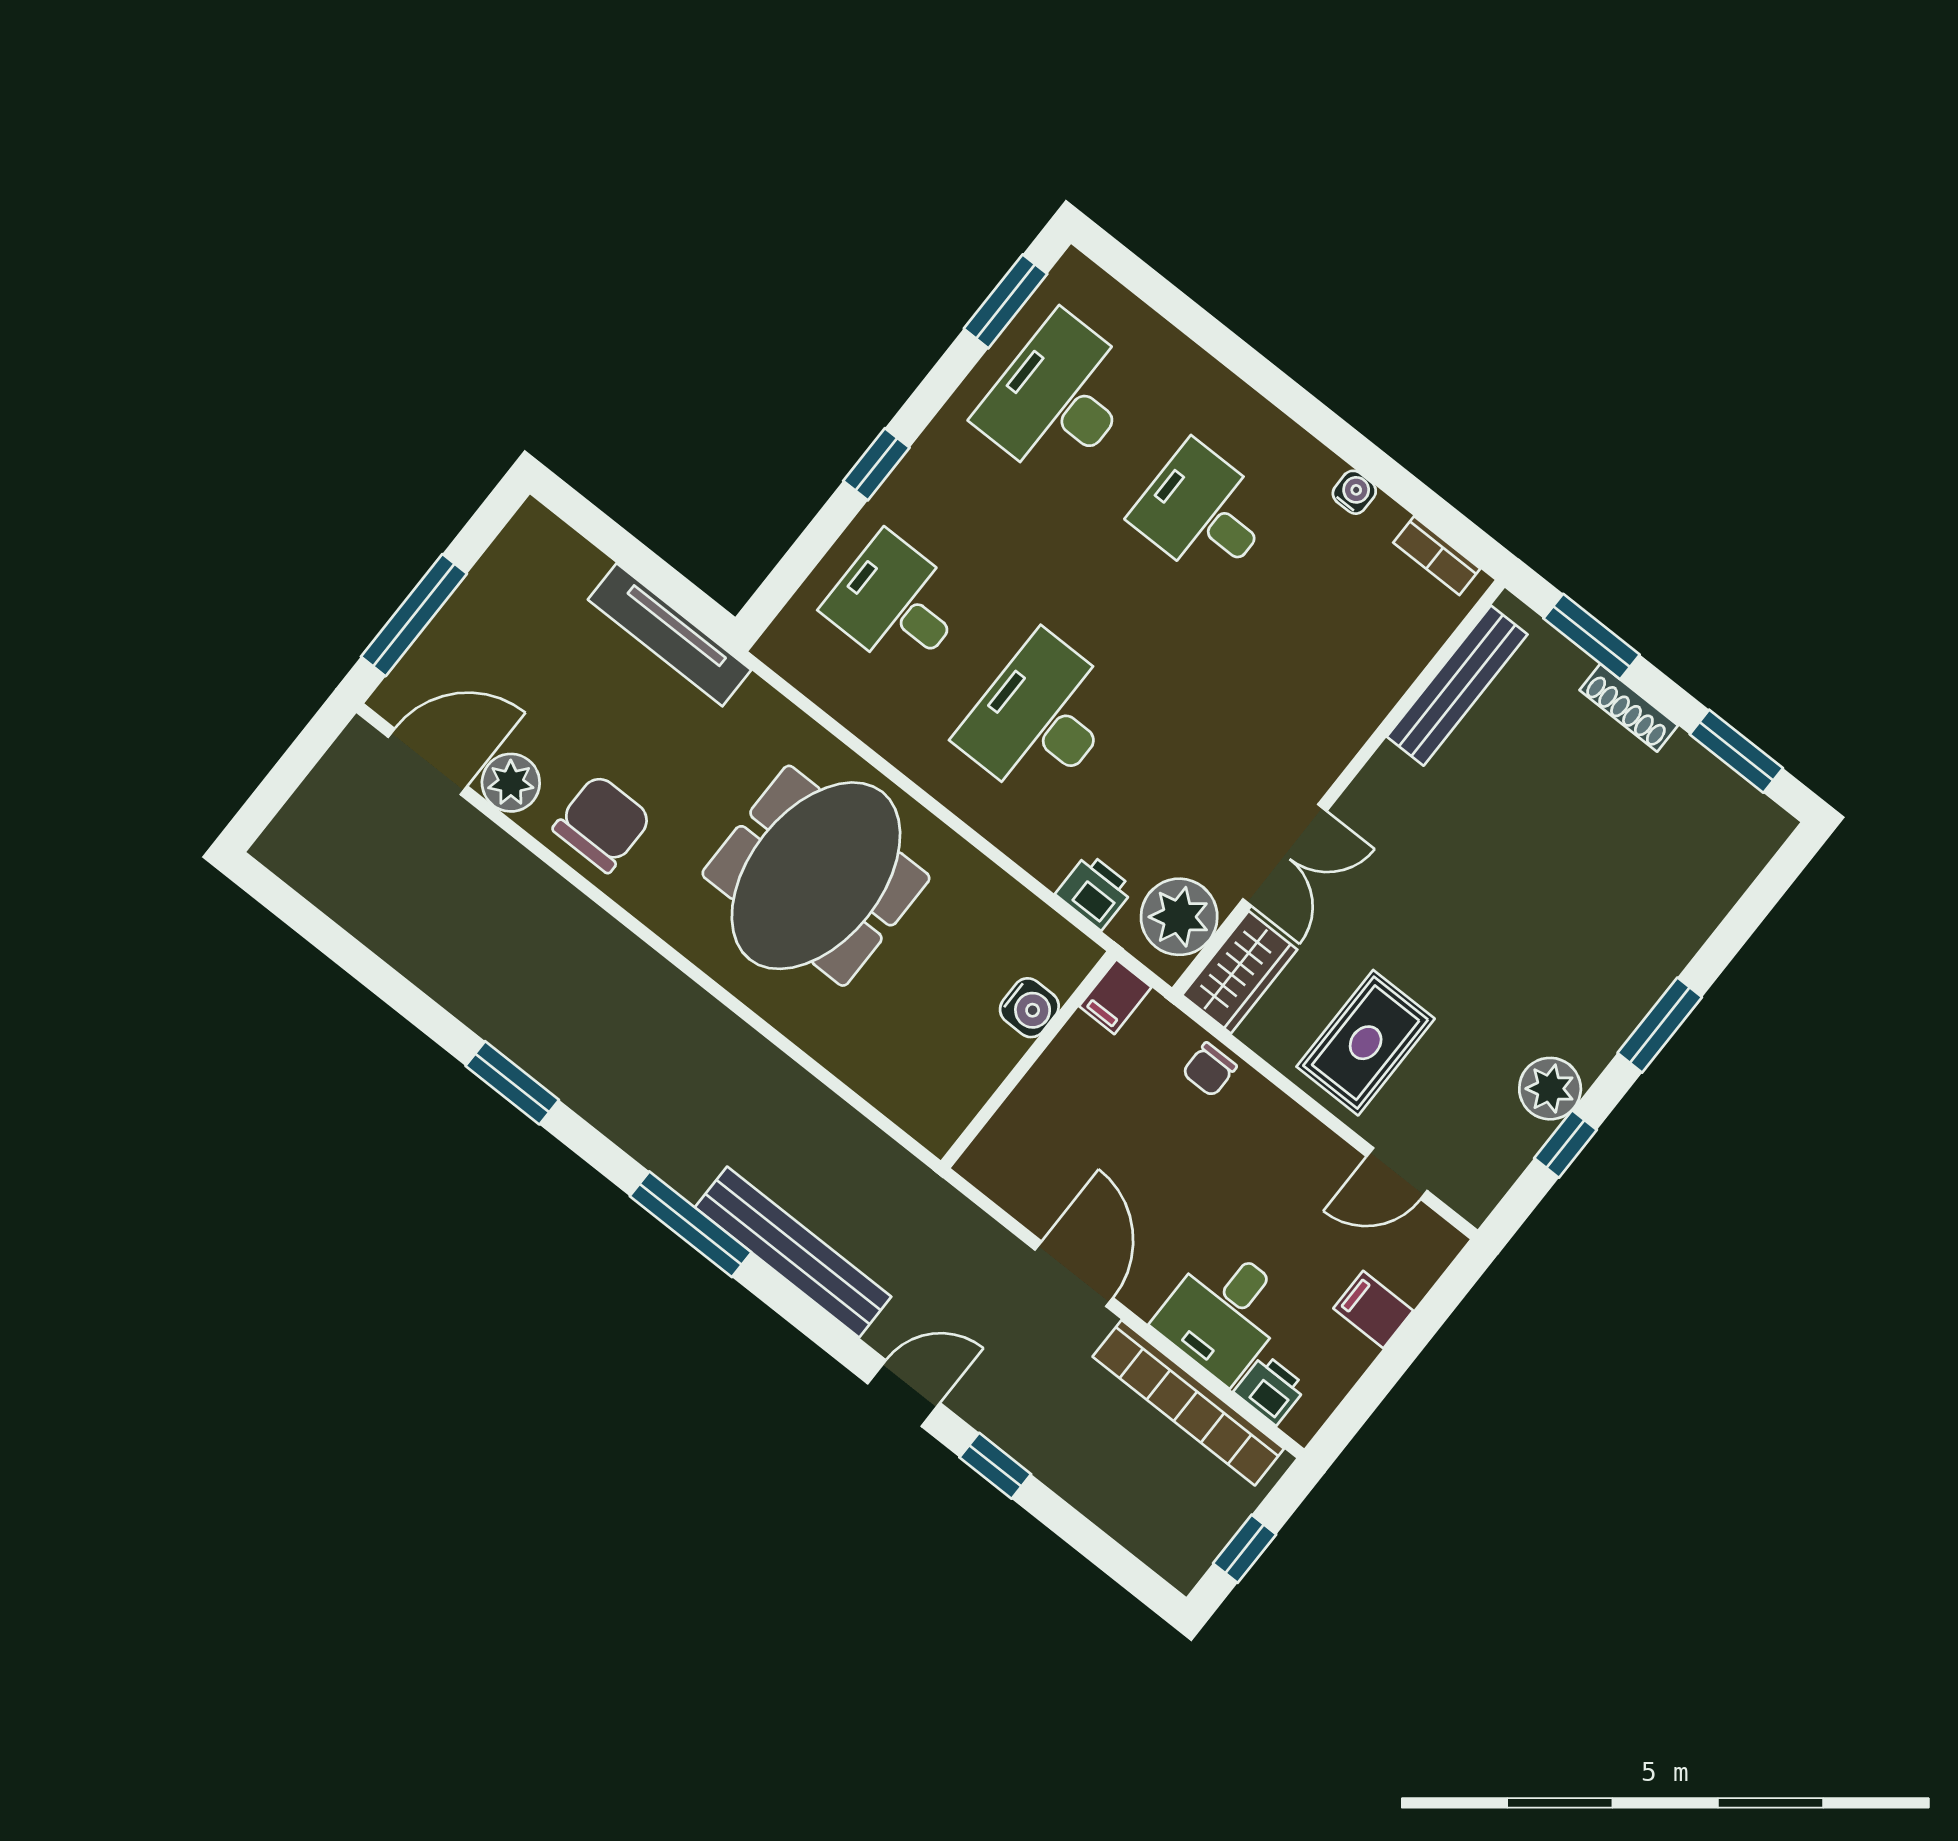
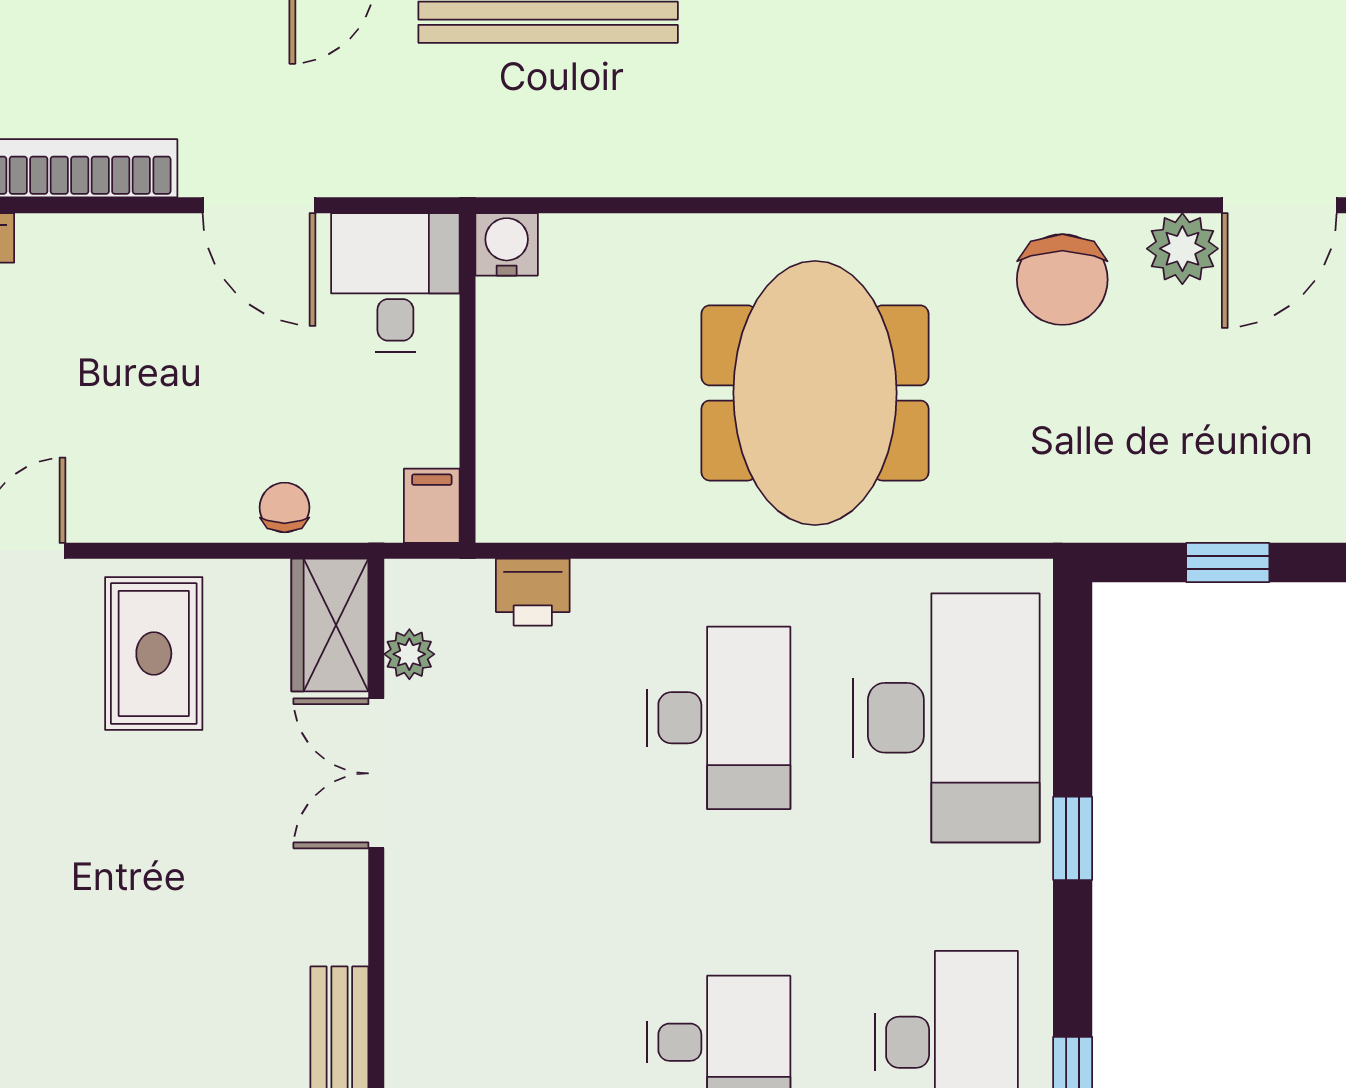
window: (640, 561) -> (1228, 562), added
desk: (896, 604) -> (946, 718), width x1.87, depth x1.30
tv unit: (670, 635) -> (1142, 514), removed
plant: (1179, 917) -> (409, 654), width x0.53, depth x0.53
water cooler: (1029, 1008) -> (507, 244), moved, turned 90
desk: (1224, 1313) -> (395, 282), moved

